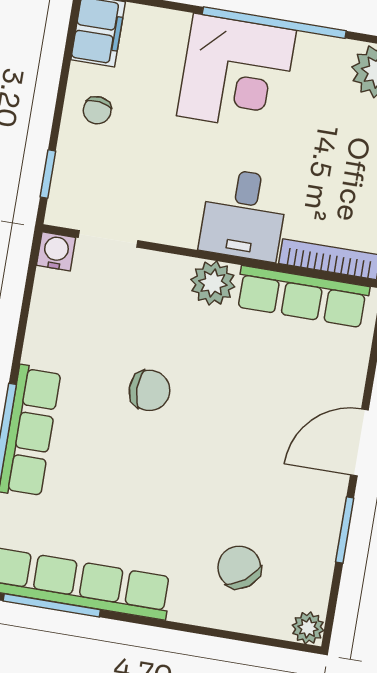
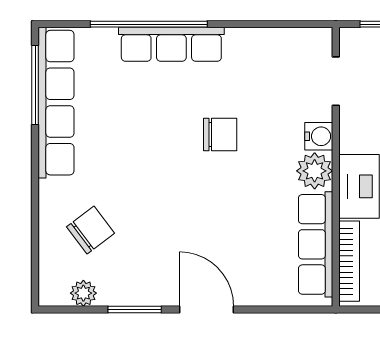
water cooler: (56, 251) -> (319, 136), moved
chair: (149, 390) -> (220, 134), turned -90
plant: (308, 628) -> (83, 293), moved

